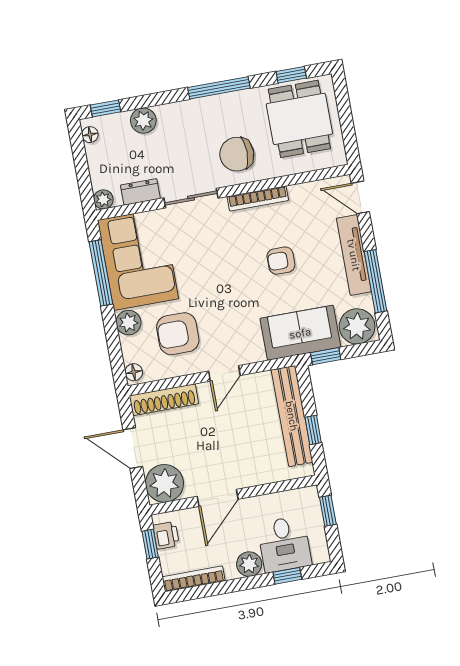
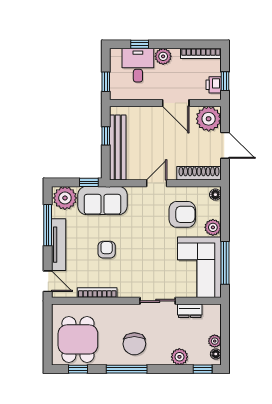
chair: (237, 154) -> (134, 344), moved, turned 90
plant: (103, 199) -> (215, 341), moved
bookcase: (258, 199) -> (97, 293), moved
armchair: (281, 261) -> (107, 250), turned -90
door: (218, 498) -> (176, 103), swing flipped

